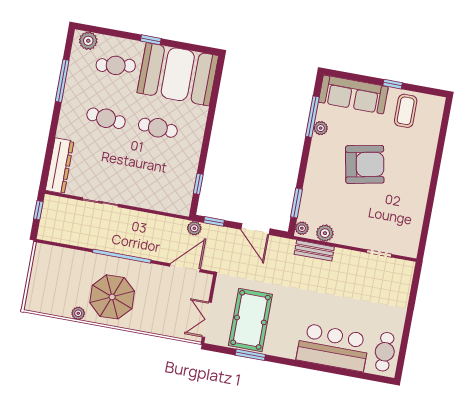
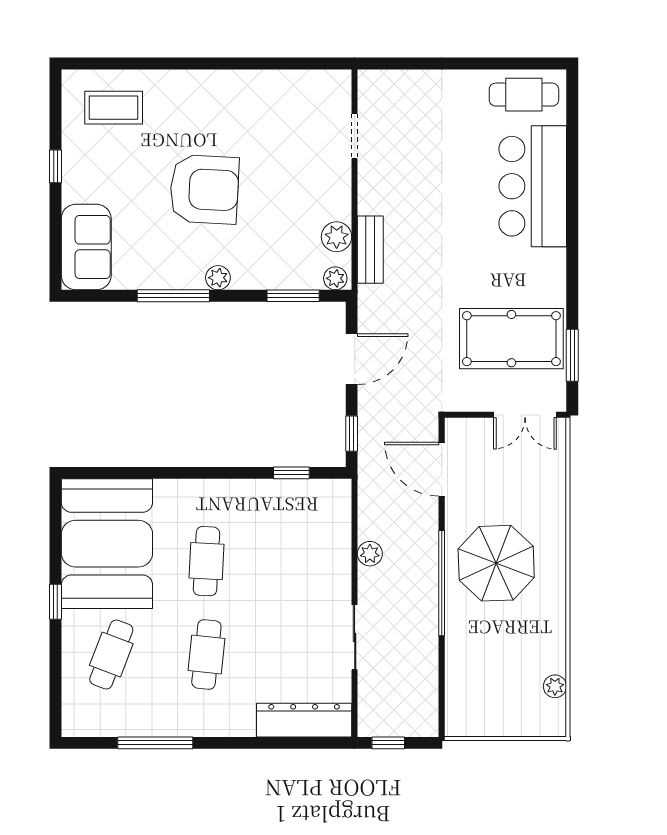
plant: (88, 41) -> (77, 710), removed
cafe table: (116, 65) -> (111, 654), turned 30
sofa: (353, 95) -> (86, 247), width x0.73
coffee table: (406, 111) -> (114, 108), moved
window: (312, 117) -> (173, 296), moved
plant: (321, 128) -> (218, 278), moved
armchair: (365, 164) -> (204, 189), turned 104
plant: (194, 228) -> (370, 554), moved
parasol: (112, 297) -> (496, 563), moved
plant: (78, 313) -> (555, 686), moved
window: (250, 355) -> (572, 355), moved

